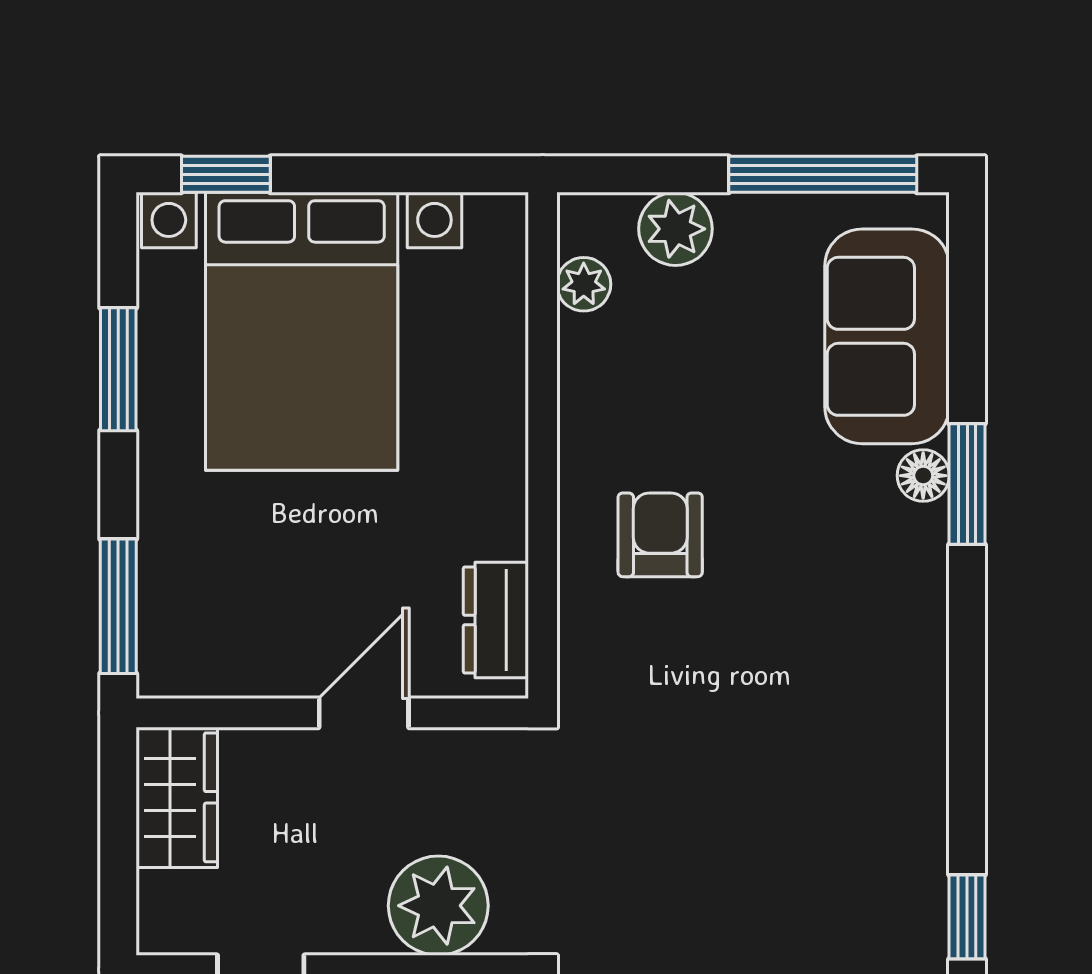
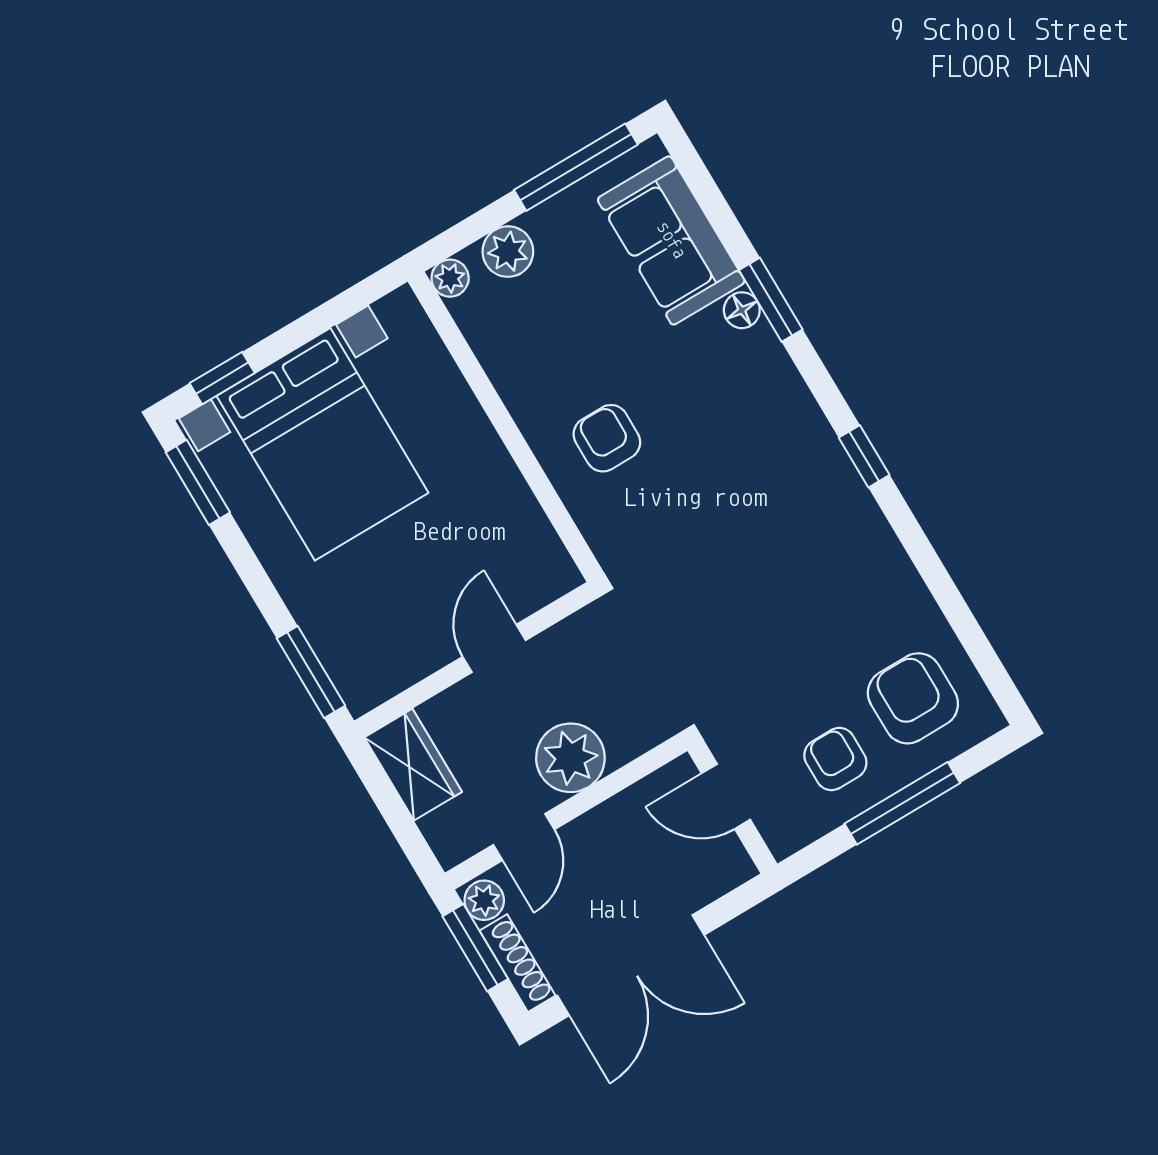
plant: (584, 284) -> (450, 278), moved
window: (118, 369) -> (198, 482), moved
dresser: (496, 620) -> (540, 547), removed
plant: (438, 906) -> (570, 758), moved
window: (967, 917) -> (864, 456), moved

